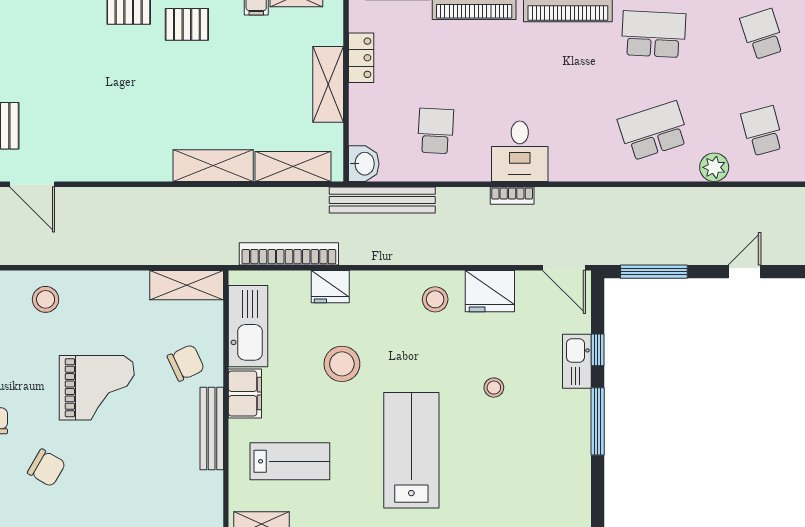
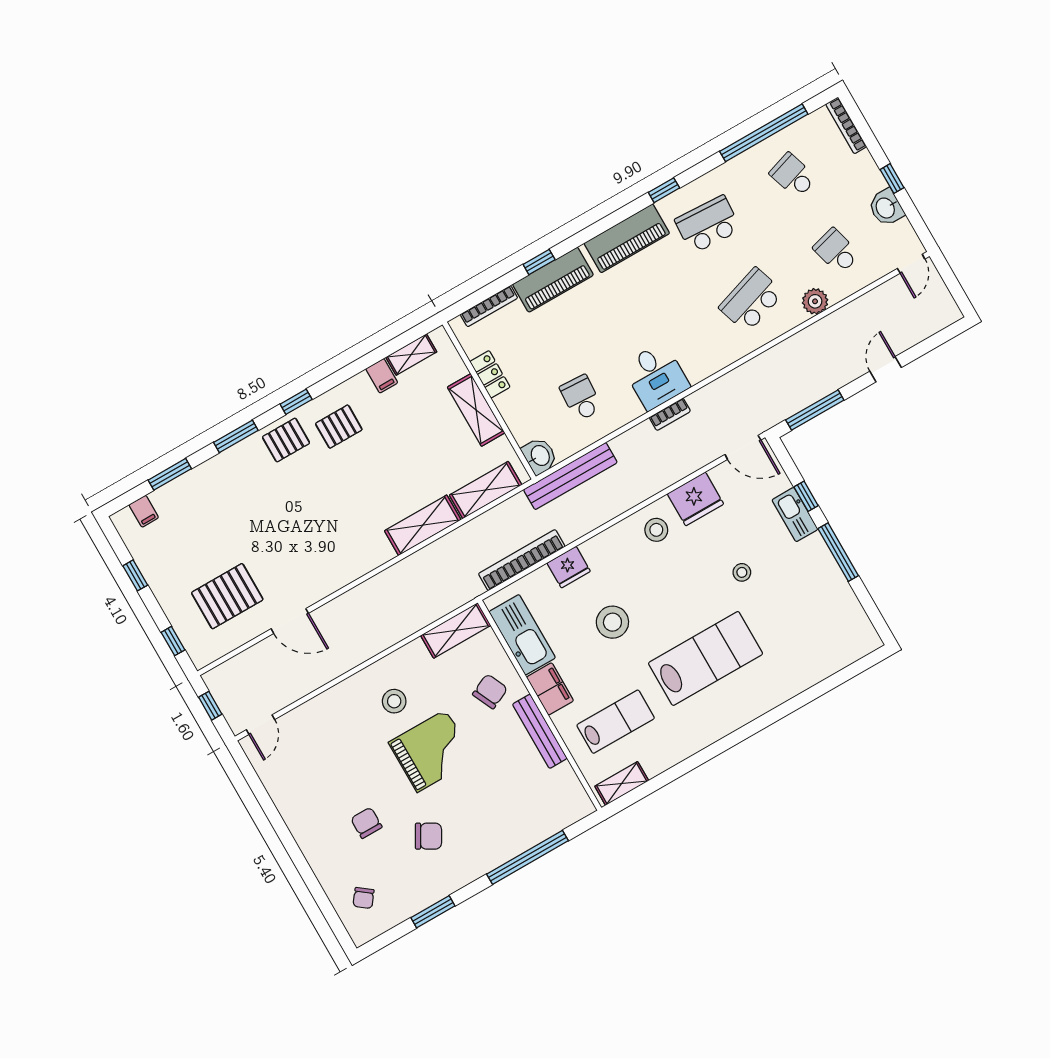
stool: (46, 299) -> (394, 701), moved
lab bench: (411, 450) -> (706, 658), turned 90

